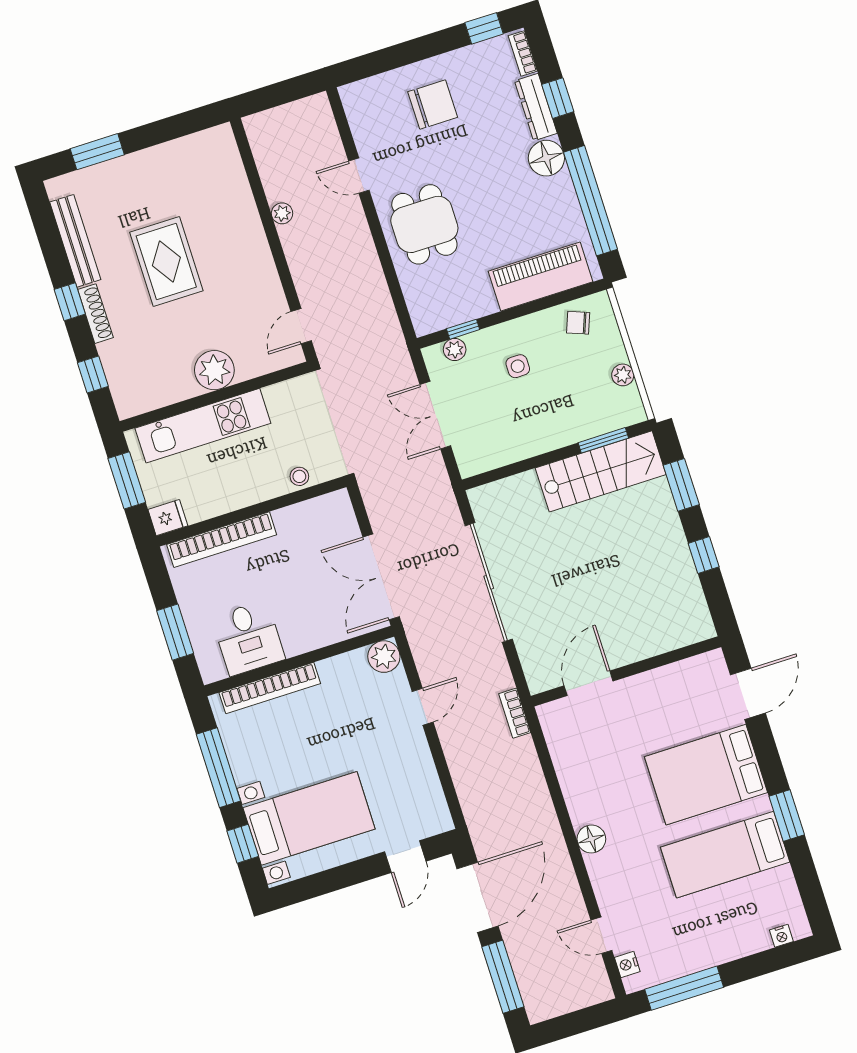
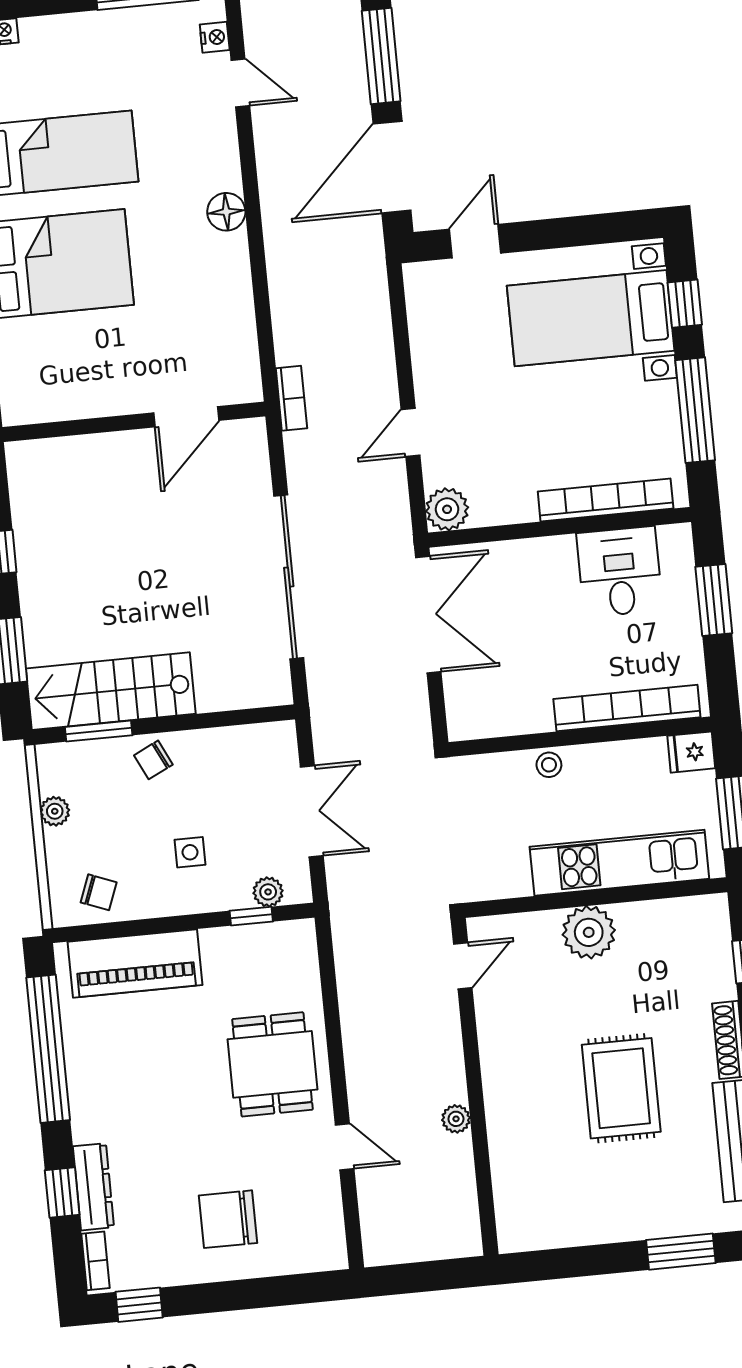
floor lamp: (546, 158) -> (94, 1117), removed
chair: (559, 428) -> (153, 760), added
stool: (299, 476) -> (549, 765), moved

